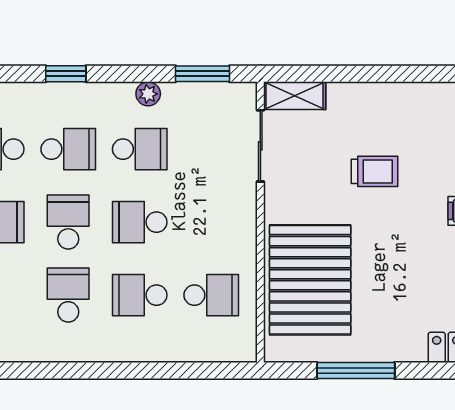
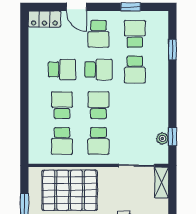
window: (66, 74) -> (172, 50), moved
window: (203, 74) -> (172, 137), width x0.67
plant: (148, 94) -> (162, 138), moved
school desk: (140, 149) -> (98, 141), moved

